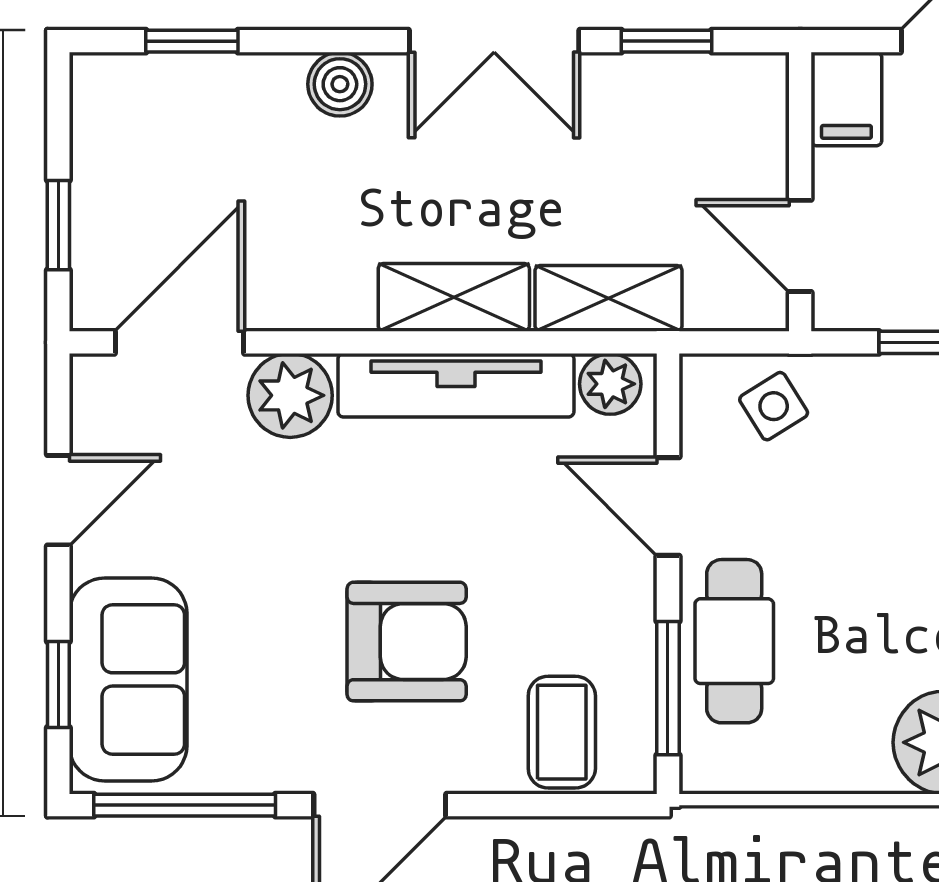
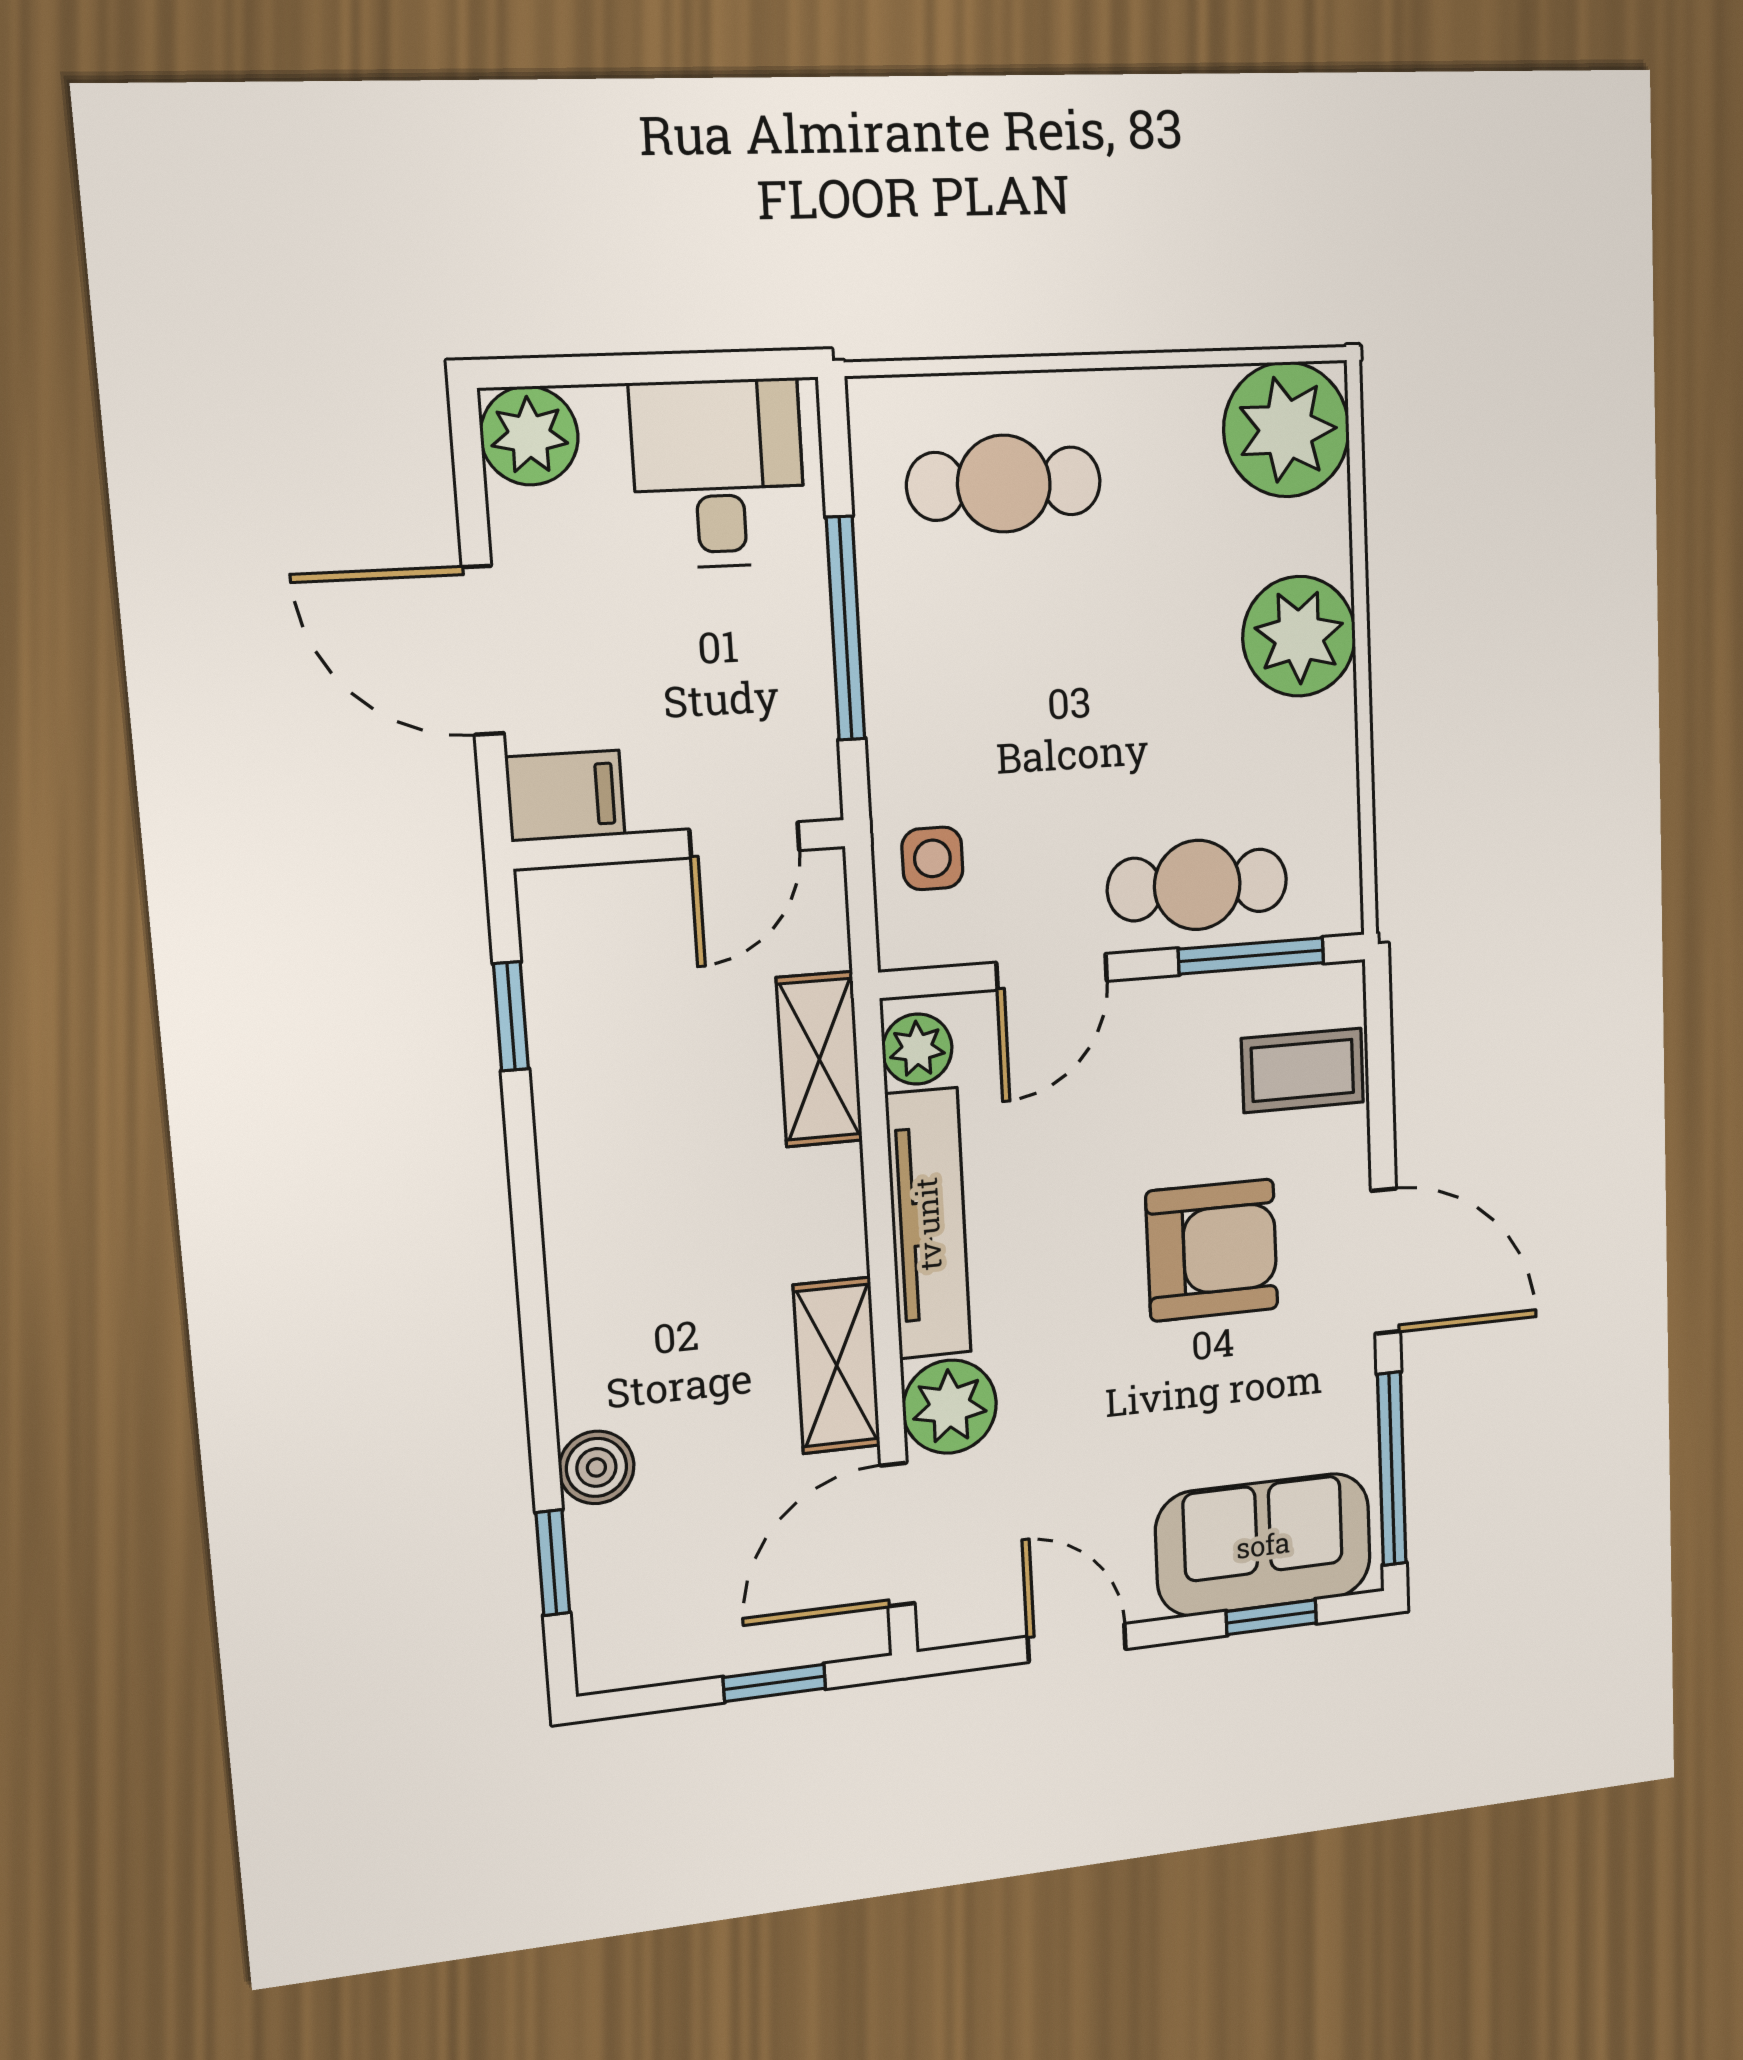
double door: (494, 41) -> (526, 1219), removed
boiler: (340, 84) -> (596, 1467), moved
shelving: (454, 297) -> (837, 1366), moved
door: (179, 342) -> (897, 1535), hinge flipped
side table: (774, 406) -> (932, 858), turned 32
armchair: (407, 642) -> (1212, 1250), turned 90

